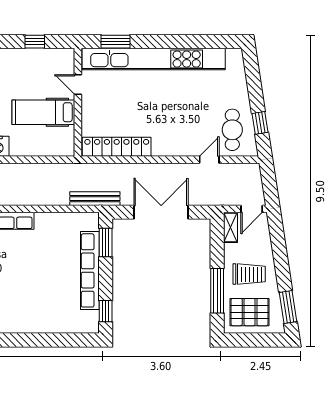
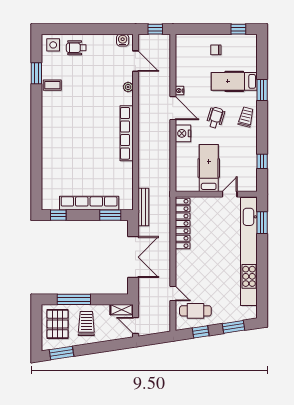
window: (253, 79) -> (234, 327), added
trolley: (249, 274) -> (86, 324), turned 180

